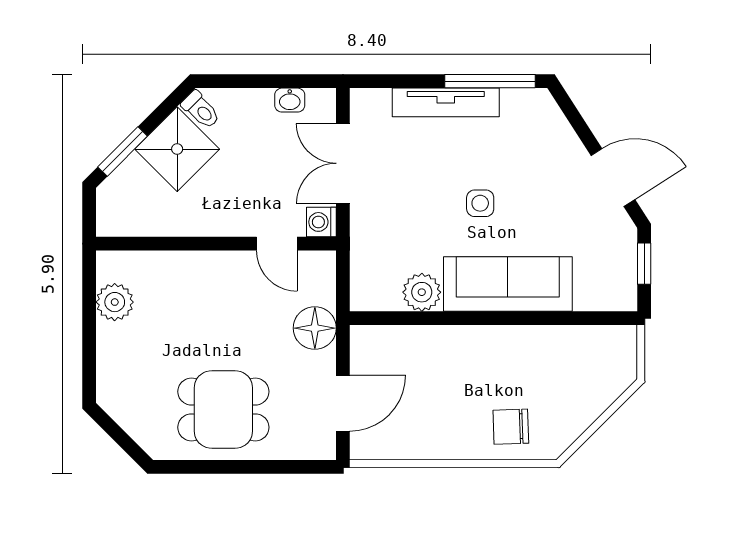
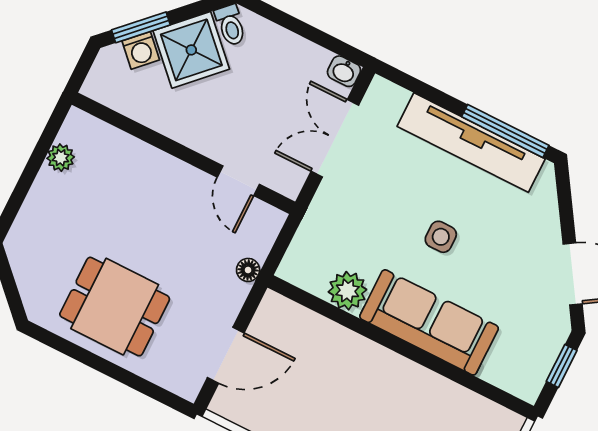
washbasin: (290, 100) -> (344, 71), moved
tv unit: (446, 102) -> (471, 143), width x1.36, depth x1.29
washing machine: (321, 222) -> (141, 50), moved, turned -135
plant: (115, 302) -> (61, 158), width x0.73, depth x0.73
floor lamp: (315, 328) -> (248, 270), width x0.53, depth x0.53

